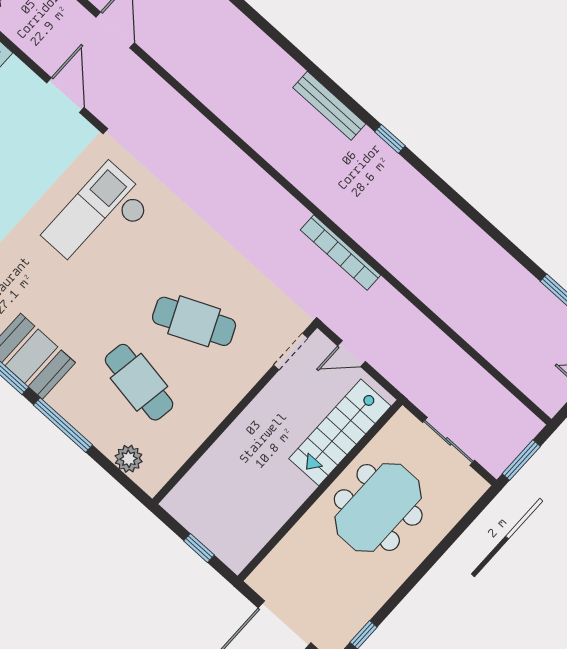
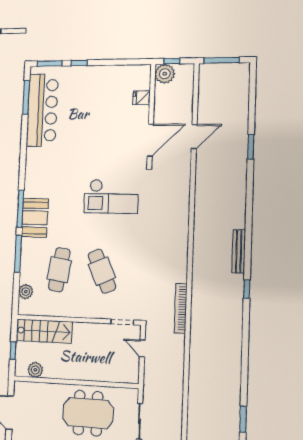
door: (65, 95) -> (150, 140), width x1.36
checkout: (98, 219) -> (111, 197), turned 180
stairs: (340, 432) -> (44, 331), moved, turned 180
plant: (254, 536) -> (35, 370), added

